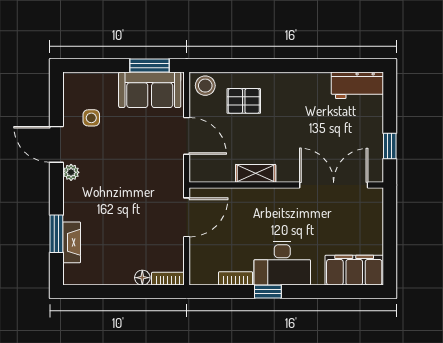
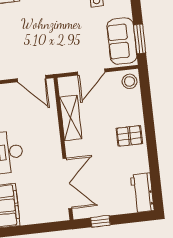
pallet: (244, 101) -> (129, 136), moved, turned 90
shelving: (256, 173) -> (71, 118), width x1.50, depth x1.33

